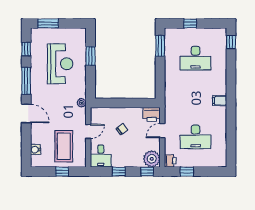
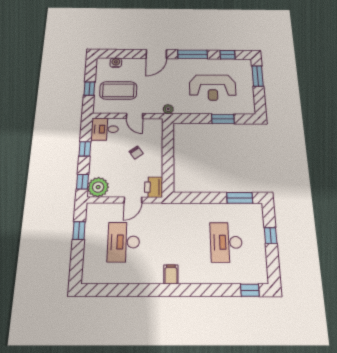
door: (162, 131) -> (133, 200), swing flipped
printer: (170, 161) -> (94, 210), removed

